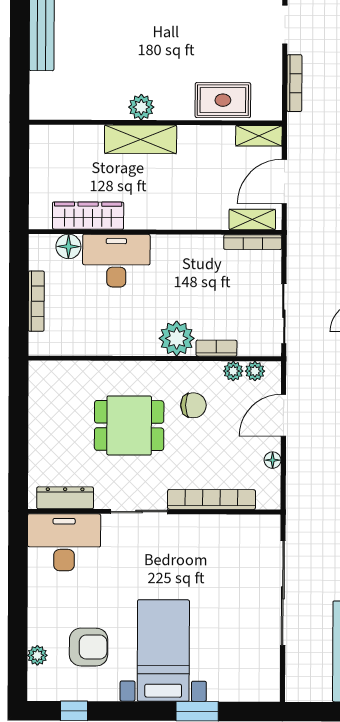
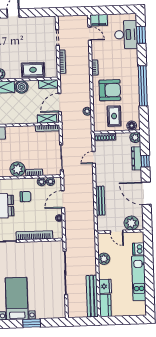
boiler: (194, 140) -> (22, 87), added

